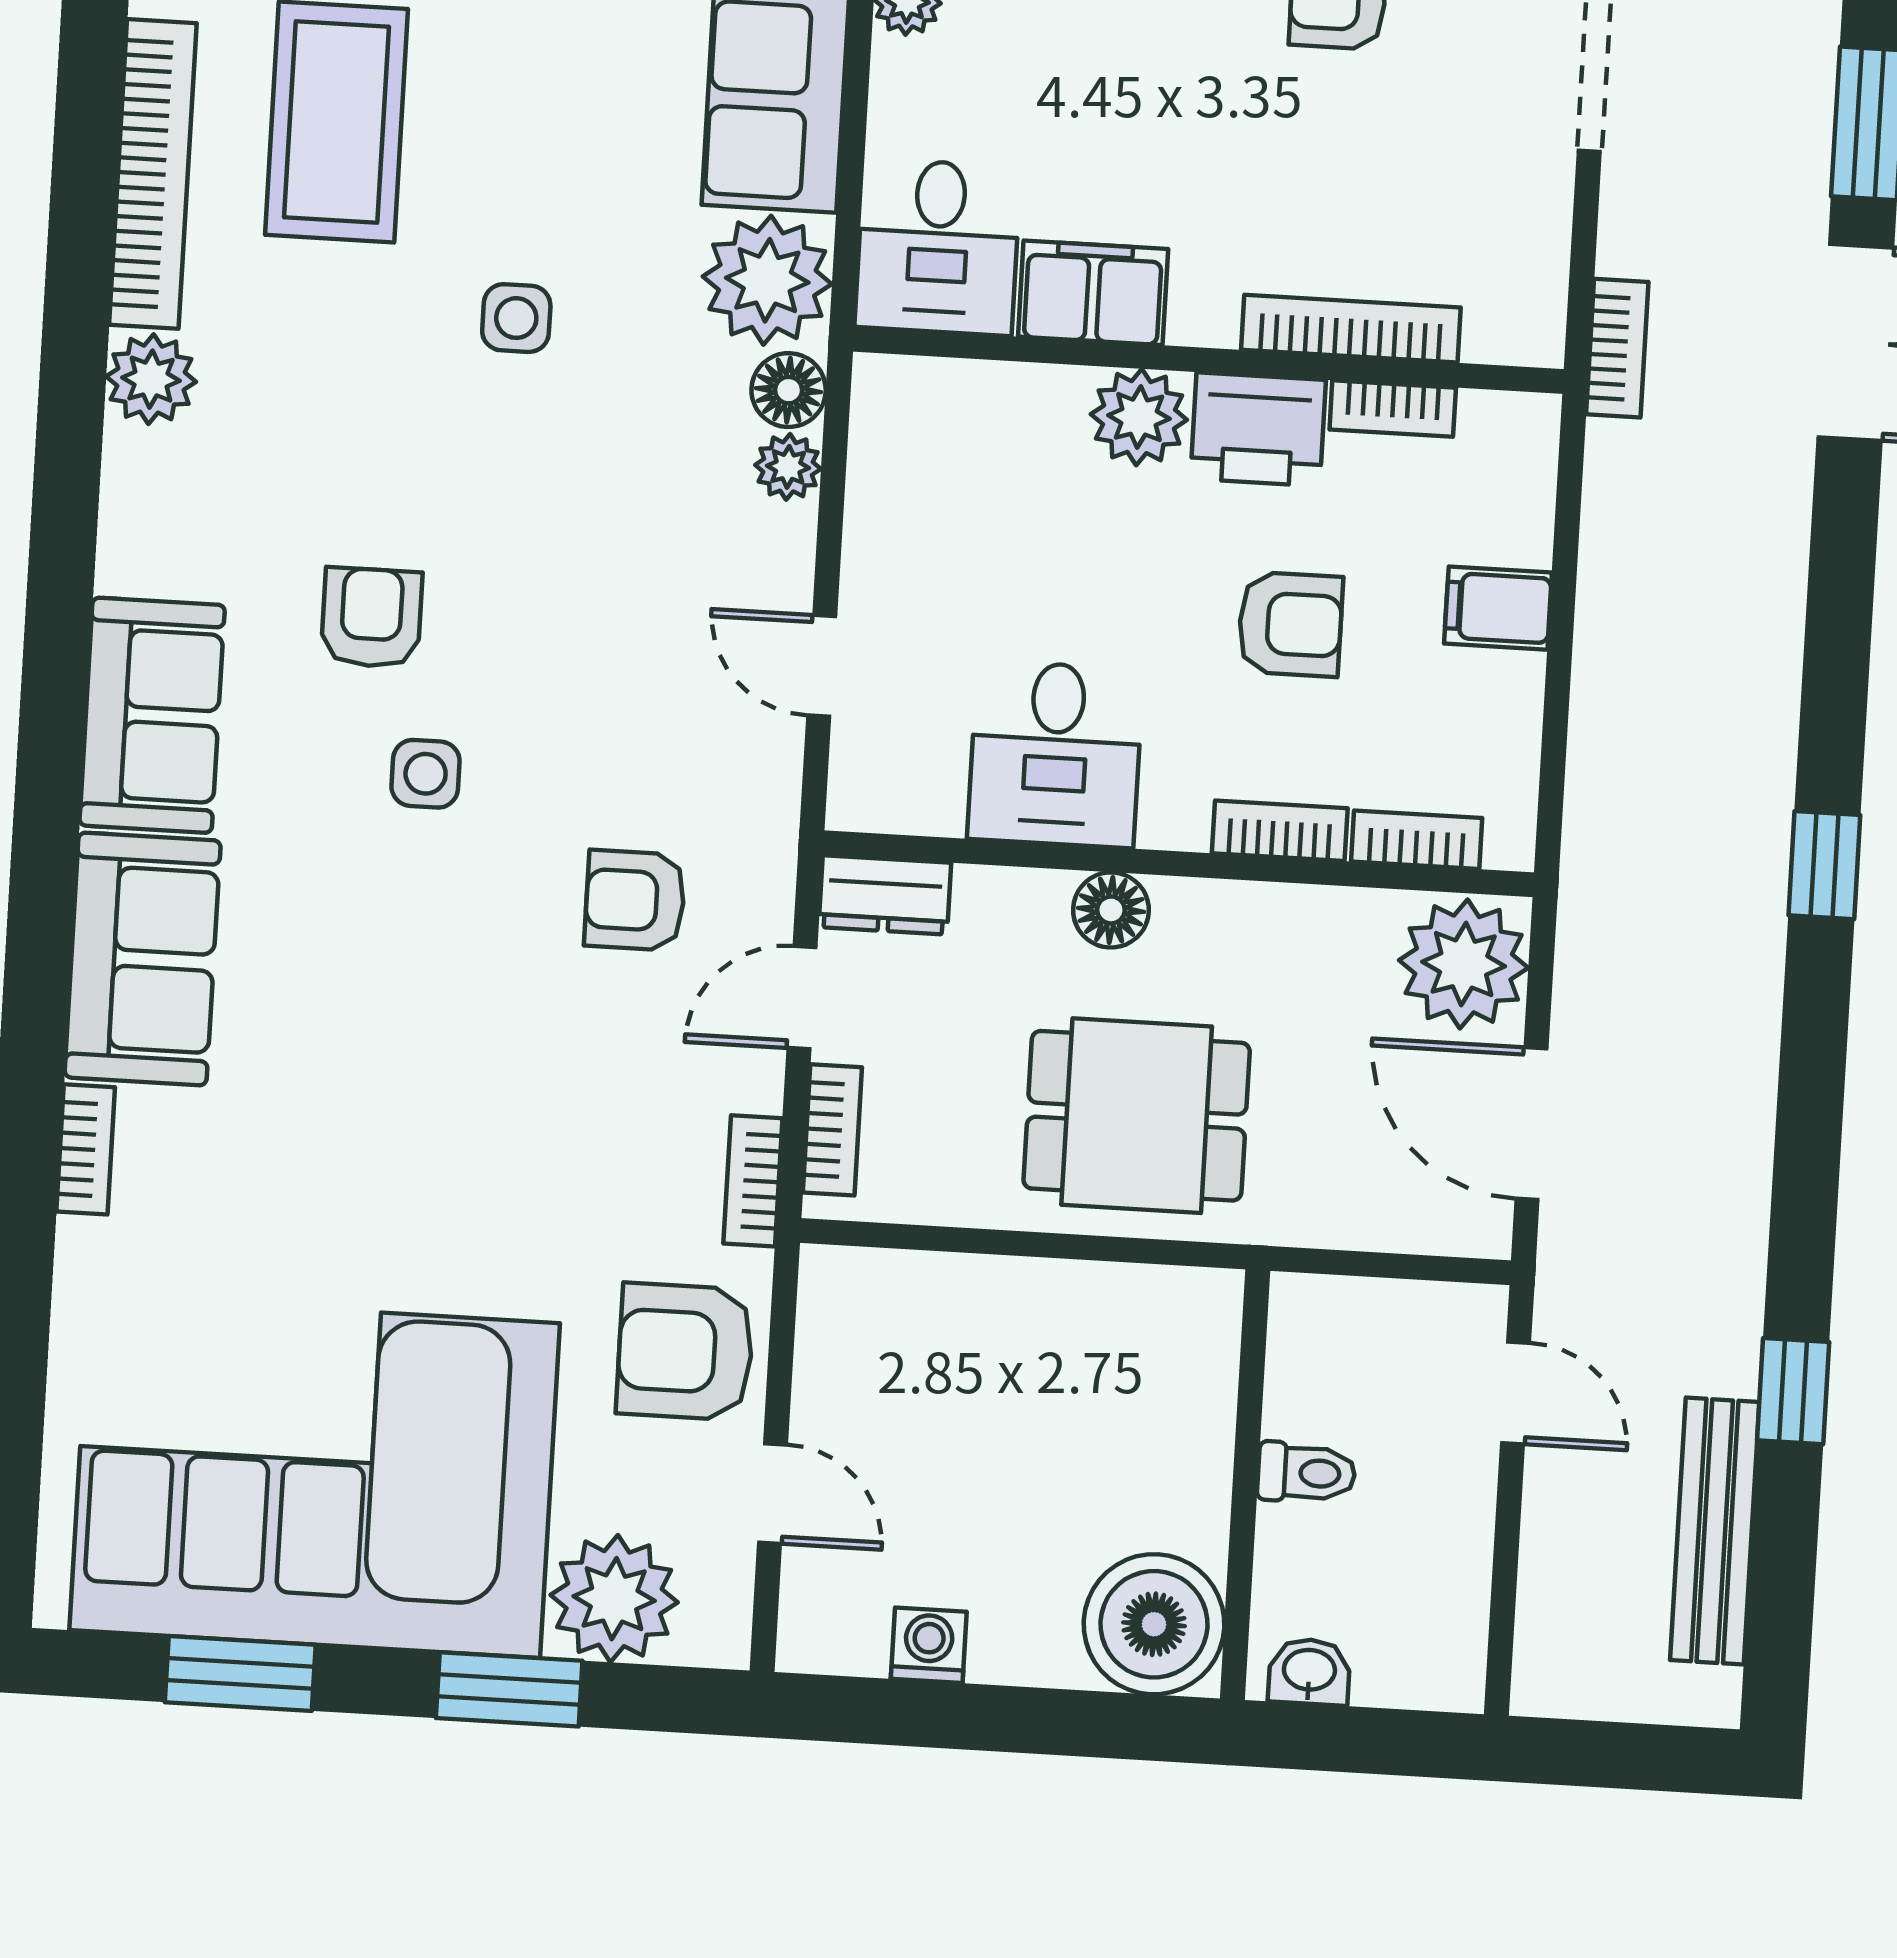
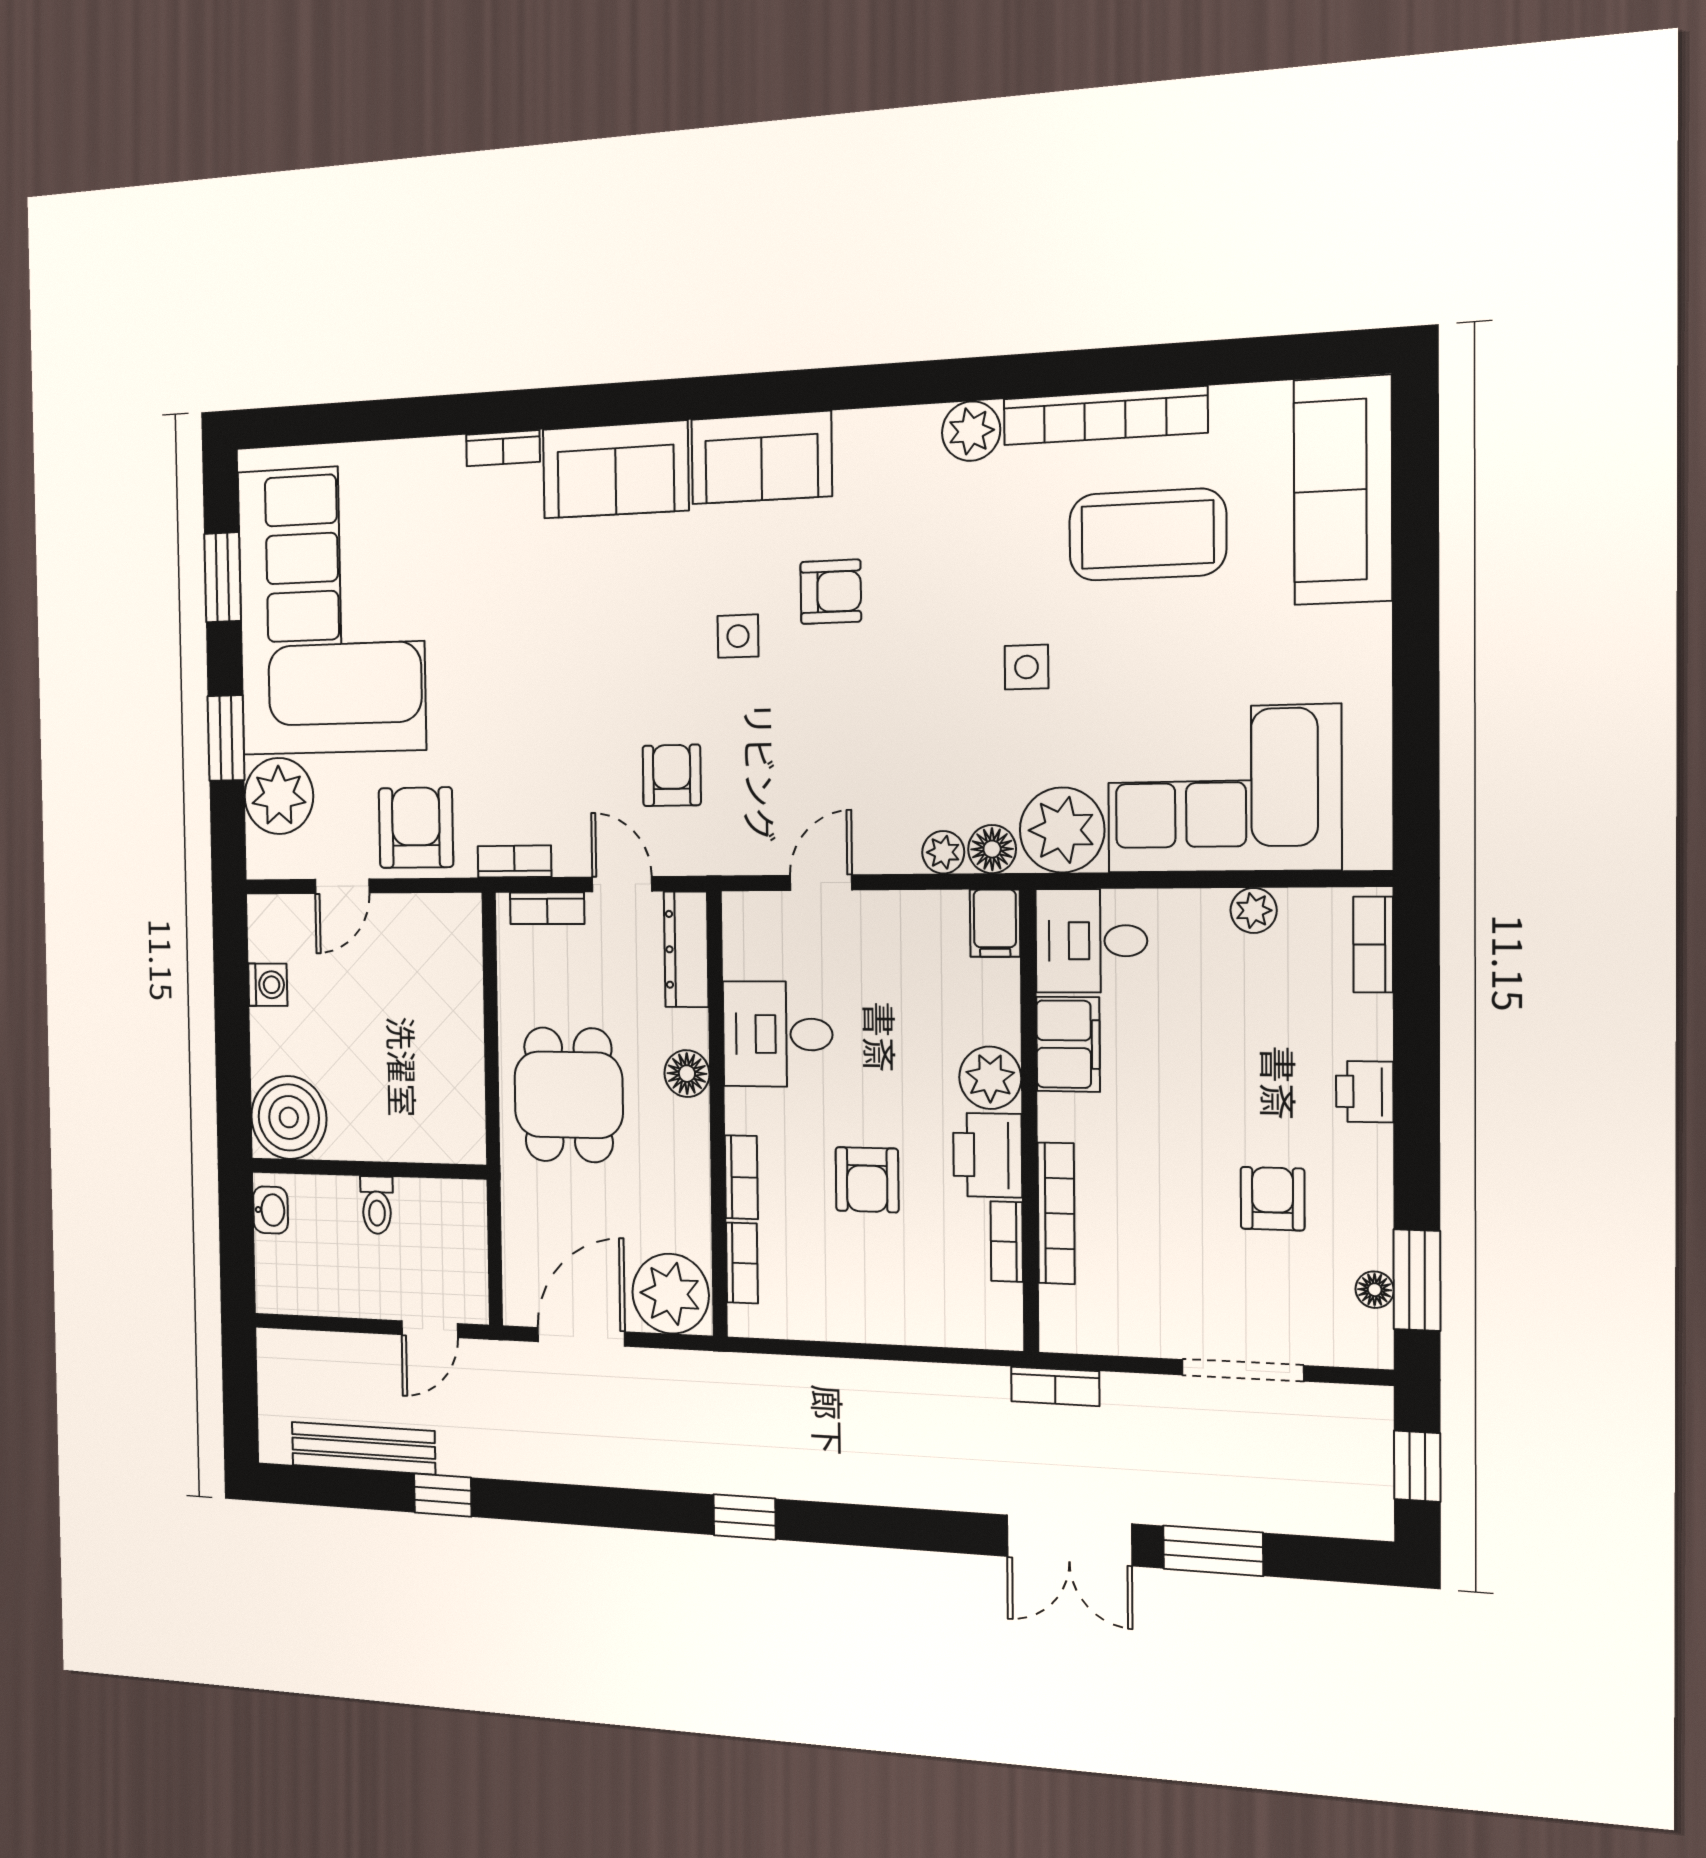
filing cabinet: (1498, 608) -> (995, 923), moved, turned 180
dresser: (885, 895) -> (686, 949), width x1.44

